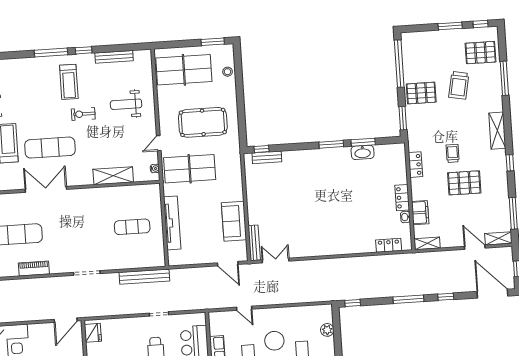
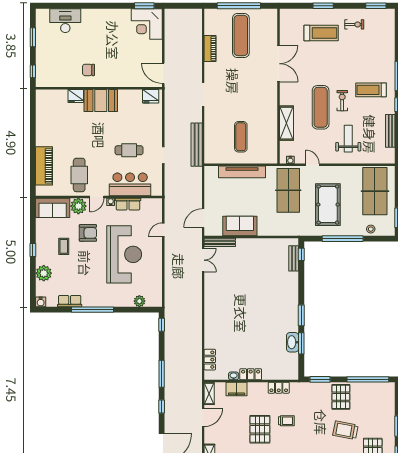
window: (241, 103) -> (343, 239), added
exercise mat: (50, 148) -> (321, 107), moved
door: (475, 247) -> (203, 417), moved

